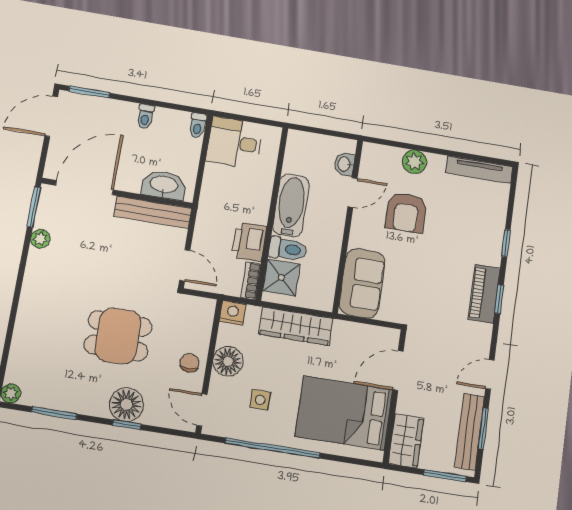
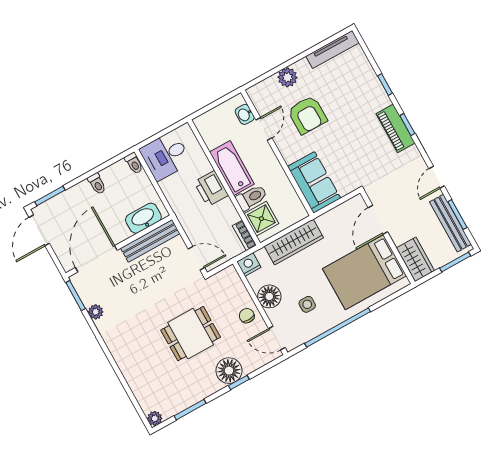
printer: (249, 242) -> (211, 189), moved

